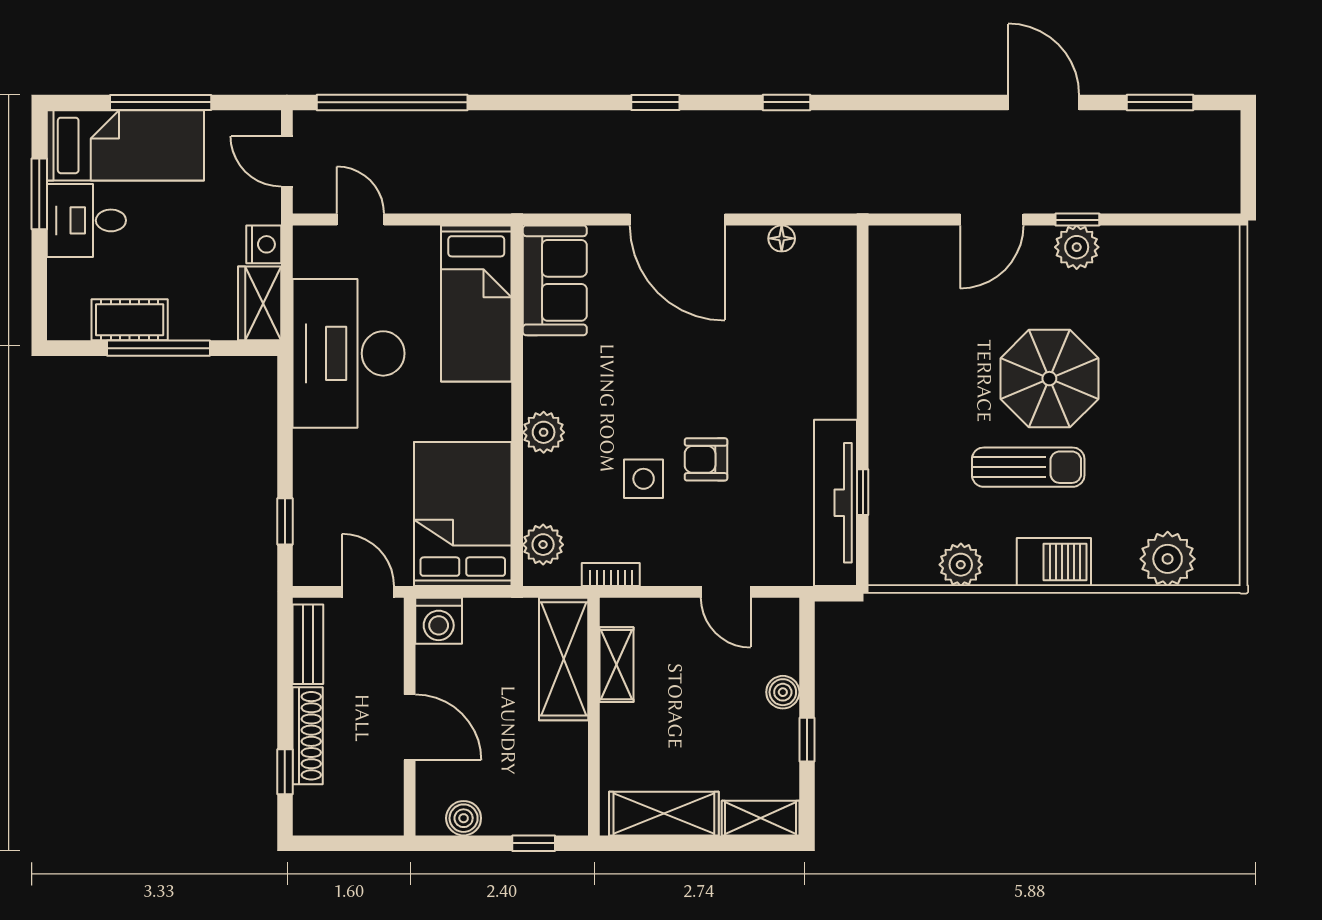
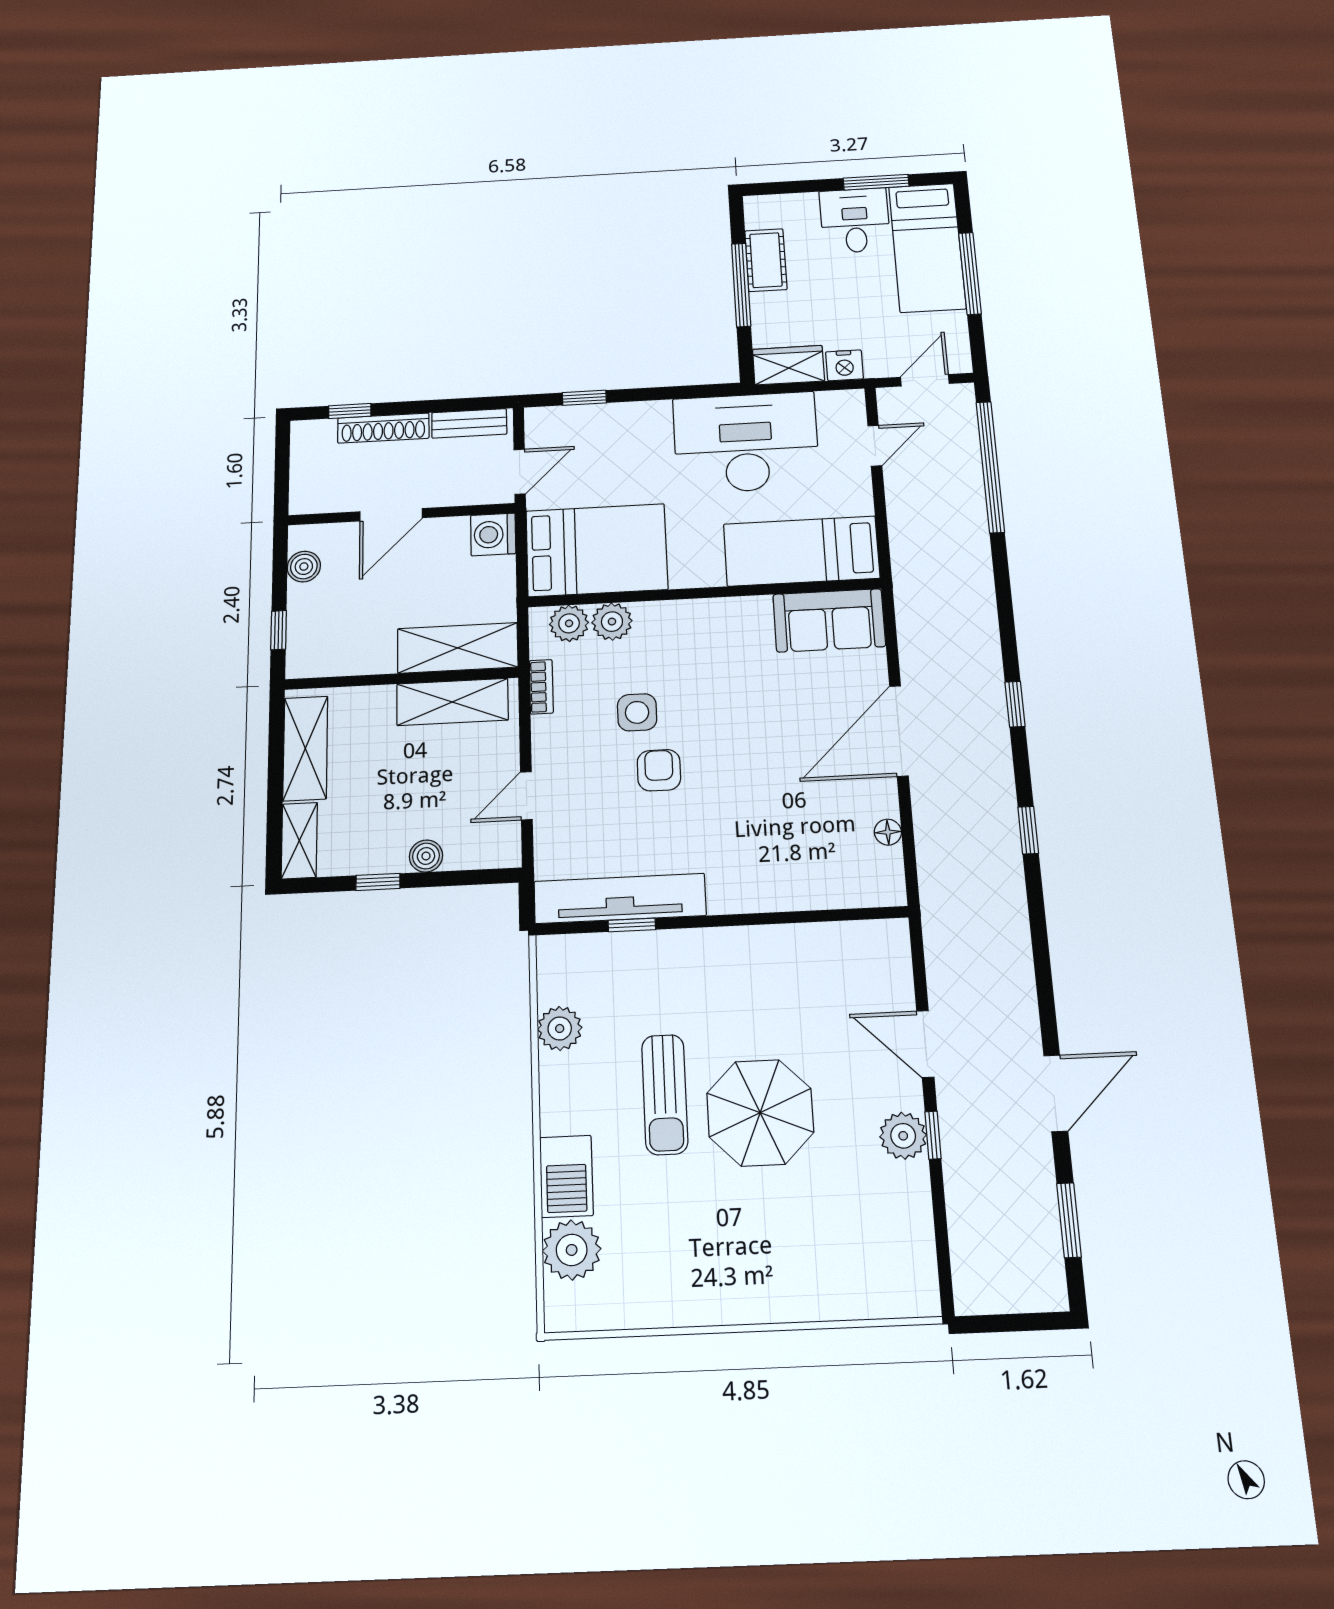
plant: (544, 432) -> (612, 622), moved
barbecue: (1054, 562) -> (566, 1176), moved
shelving: (617, 665) -> (452, 702), width x1.50, depth x1.33

